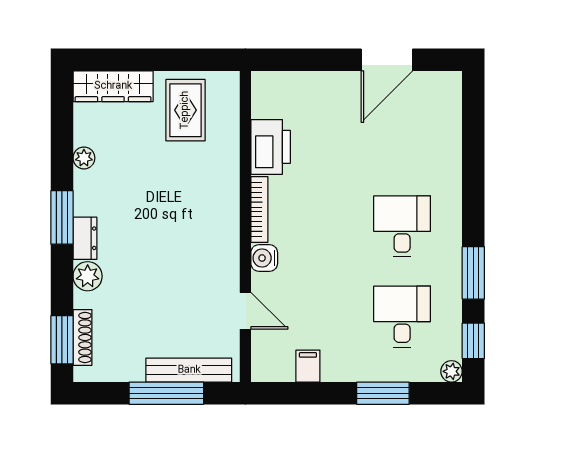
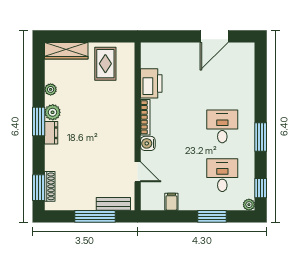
window: (473, 273) -> (261, 137), moved
plant: (88, 276) -> (53, 112), moved
bench: (189, 370) -> (113, 204), width x0.73

